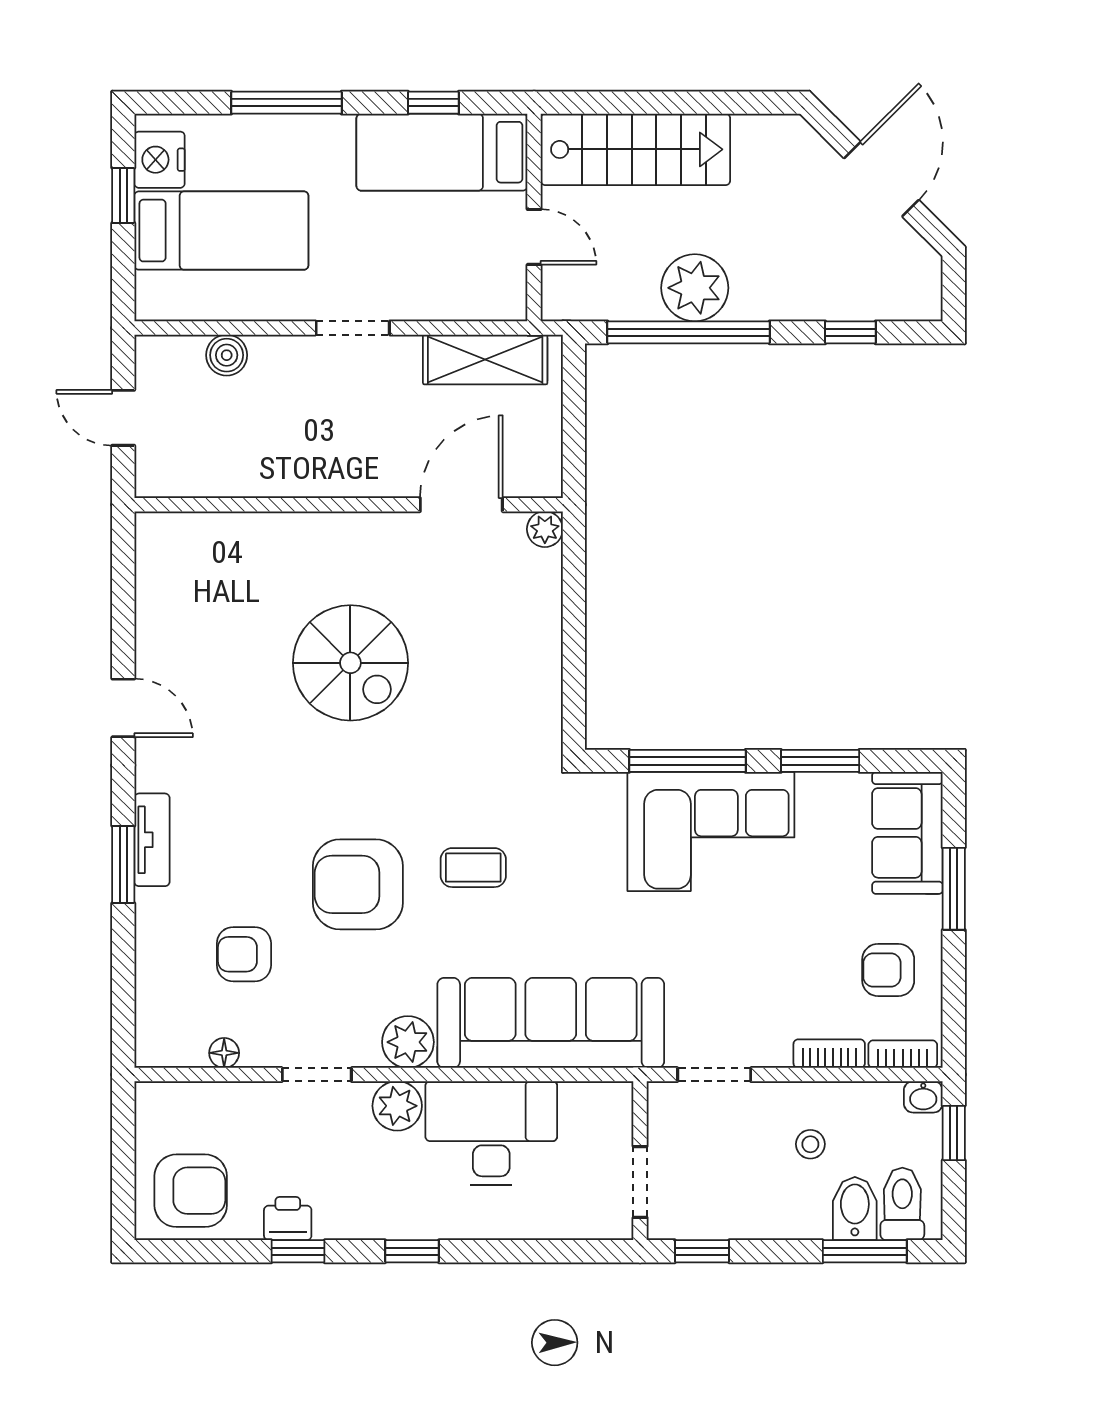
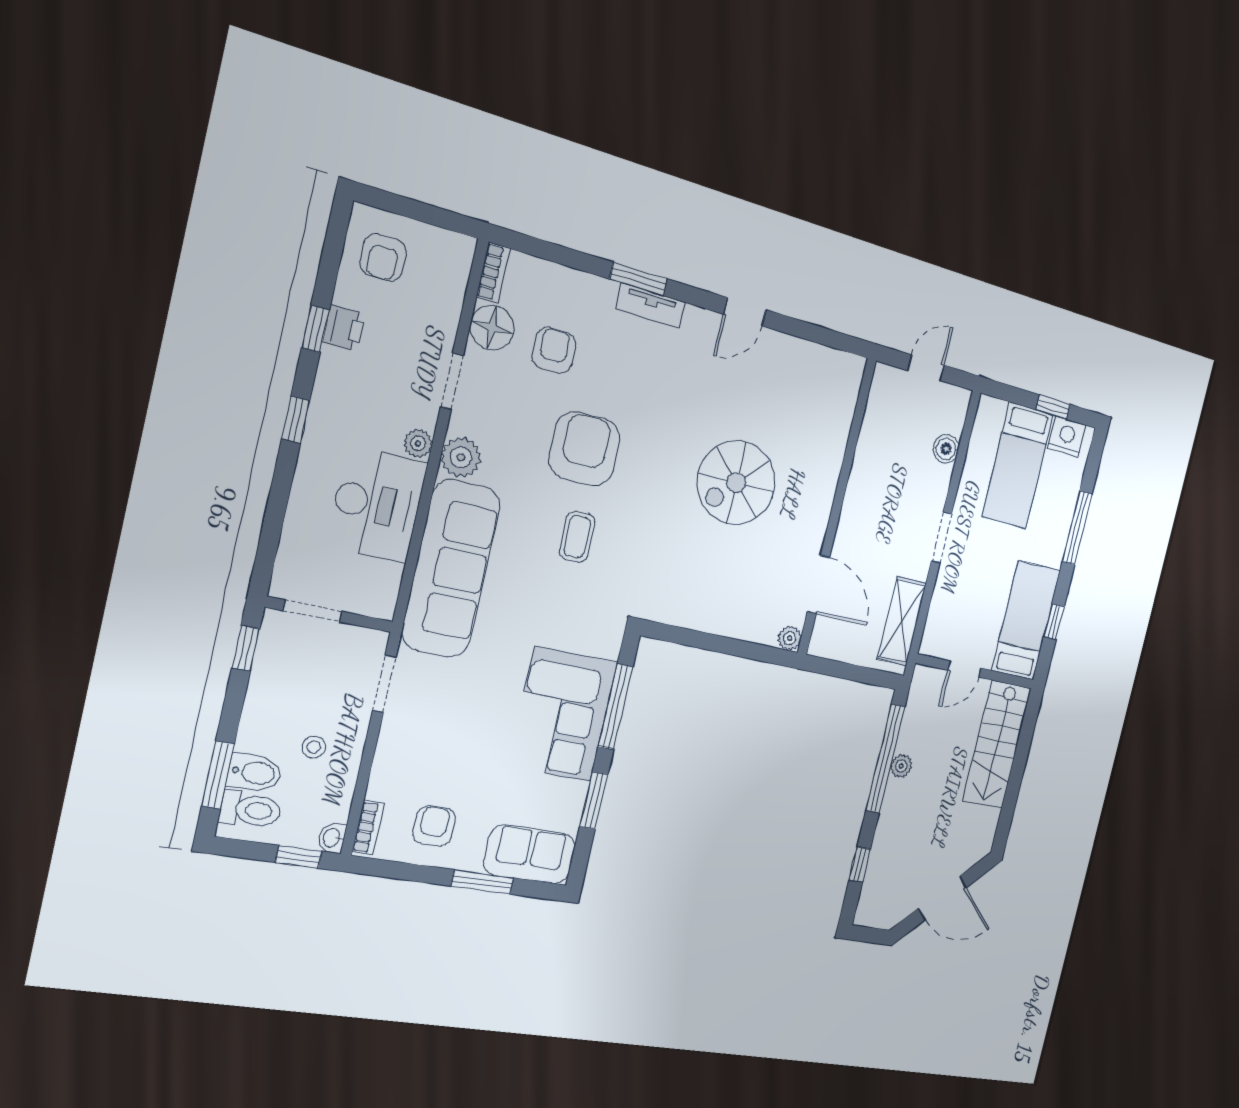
plant: (695, 288) -> (901, 766), width x0.53, depth x0.53
floor lamp: (224, 1053) -> (492, 328), width x1.89, depth x1.89
bookcase: (829, 1054) -> (493, 273), moved
plant: (397, 1106) -> (418, 443), width x0.73, depth x0.73
armchair: (191, 1191) -> (383, 257), width x0.72, depth x0.72

